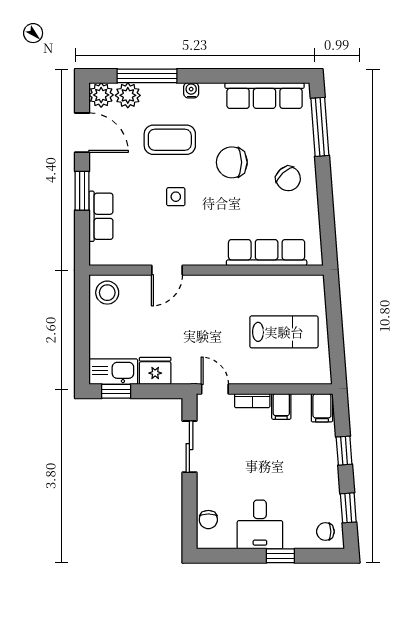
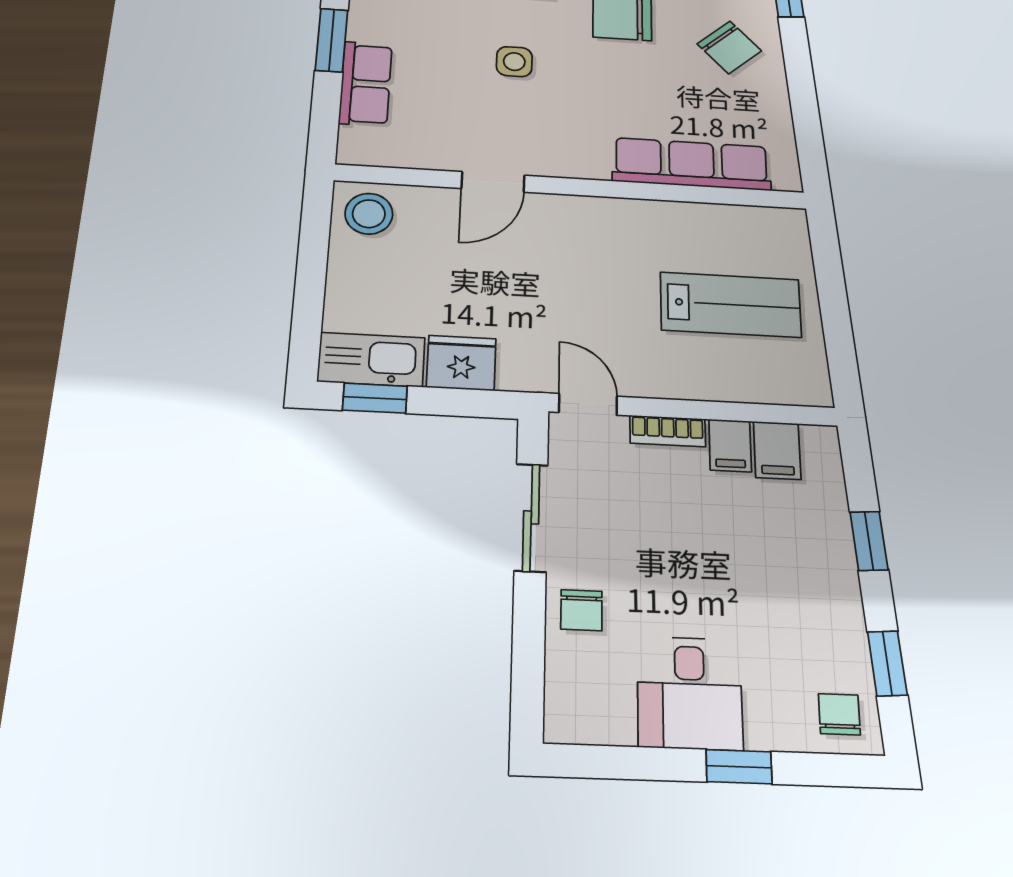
filing cabinet: (322, 408) -> (777, 450), moved
chair: (208, 520) -> (581, 610), moved
chair: (325, 532) -> (839, 714), turned 90

